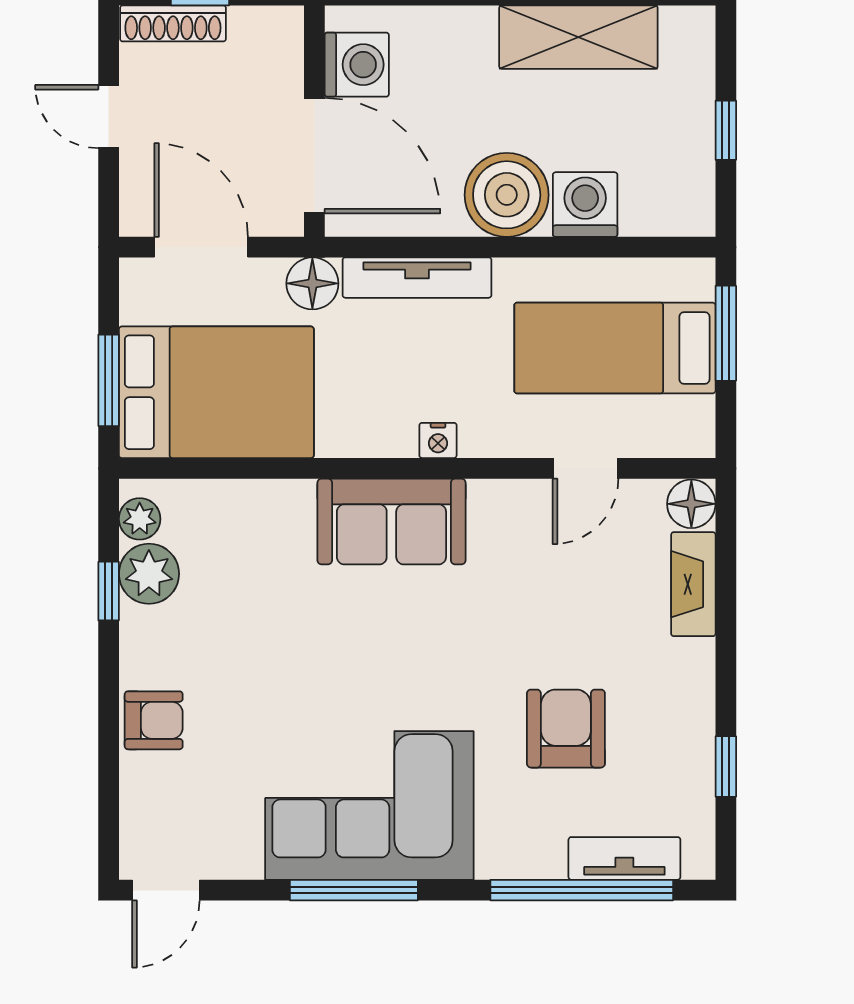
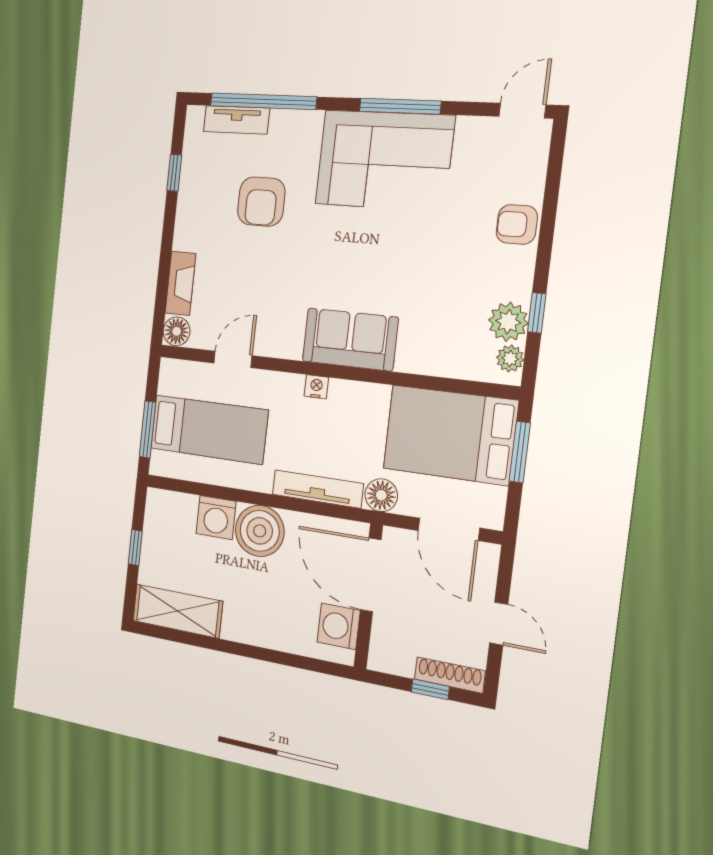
shelving: (578, 37) -> (177, 611), moved

